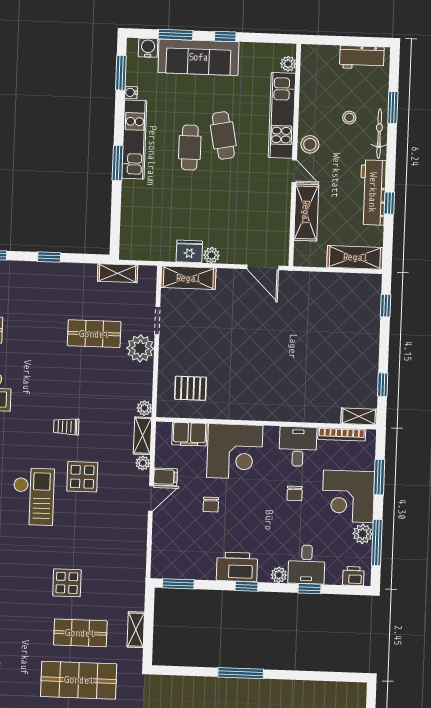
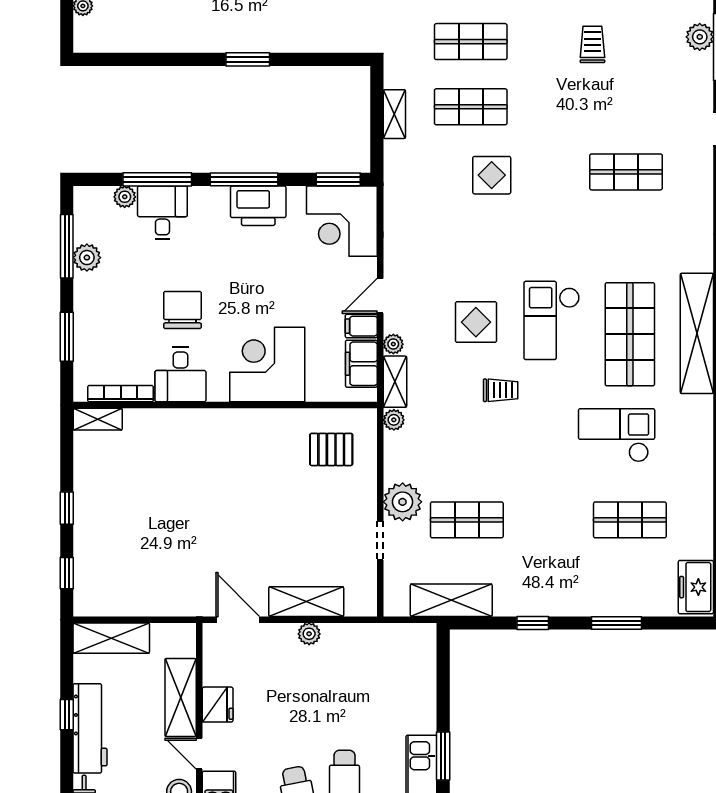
fridge: (189, 251) -> (218, 705), moved, turned -90
shelving: (118, 273) -> (451, 600), width x1.50, depth x1.33
shelving: (188, 278) -> (306, 602), moved
window: (383, 385) -> (67, 508), moved
filing cabinet: (189, 434) -> (361, 364), moved, turned -90
chair: (295, 493) -> (182, 310), width x1.87, depth x1.87
corner desk: (348, 496) -> (342, 221), moved, turned 180
checkout: (33, 497) -> (552, 320), moved
chair: (211, 505) -> (297, 290), removed
plant: (279, 575) -> (125, 197), moved
printer: (353, 576) -> (97, 199), removed
window: (247, 586) -> (244, 179), width x2.17
window: (309, 589) -> (157, 179), width x2.17
window: (241, 673) -> (248, 59), width x0.69
shop shelf: (79, 680) -> (471, 42), width x0.70, depth x0.74

